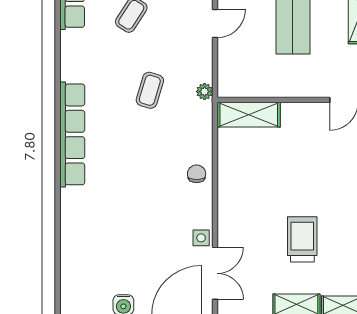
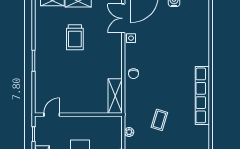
plant: (205, 92) -> (129, 132), moved
shelving: (249, 115) -> (115, 96), moved, turned 90

